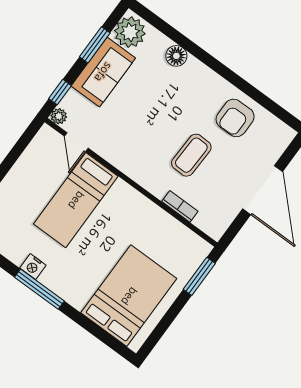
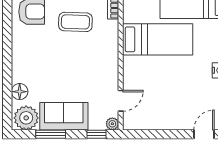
floor lamp: (176, 56) -> (20, 92), moved
bed: (76, 200) -> (158, 39), moved

